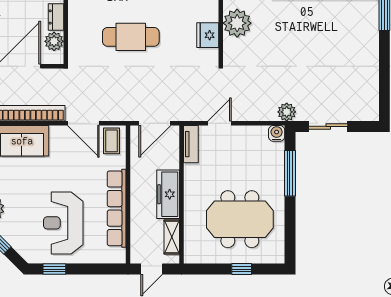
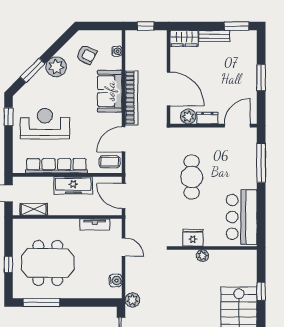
plant: (237, 23) -> (203, 256), width x0.53, depth x0.53
water cooler: (277, 133) -> (116, 281), moved
tv unit: (191, 144) -> (95, 224), moved
window: (290, 173) -> (41, 303), moved
freezer: (168, 194) -> (73, 185), moved, turned 180
meeting table: (240, 219) -> (48, 263), turned 90

